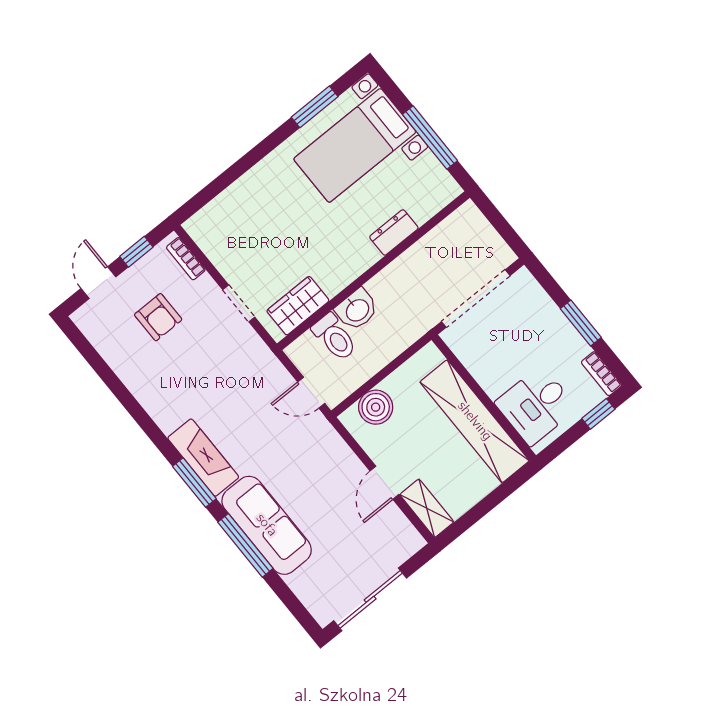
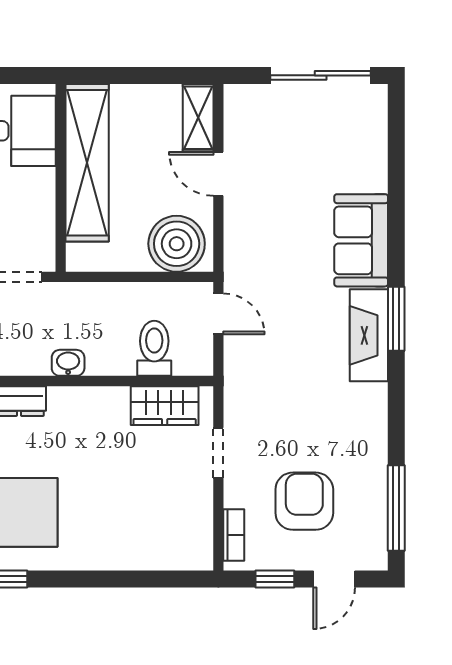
washbasin: (357, 310) -> (68, 363), moved, width x0.72, depth x0.69
armchair: (158, 317) -> (304, 501), width x1.38, depth x1.38
boiler: (376, 407) -> (177, 244), width x1.37, depth x1.37
door: (384, 483) -> (218, 174), swing flipped
sofa: (267, 525) -> (361, 240), width x0.73
window: (245, 545) -> (396, 508), moved

